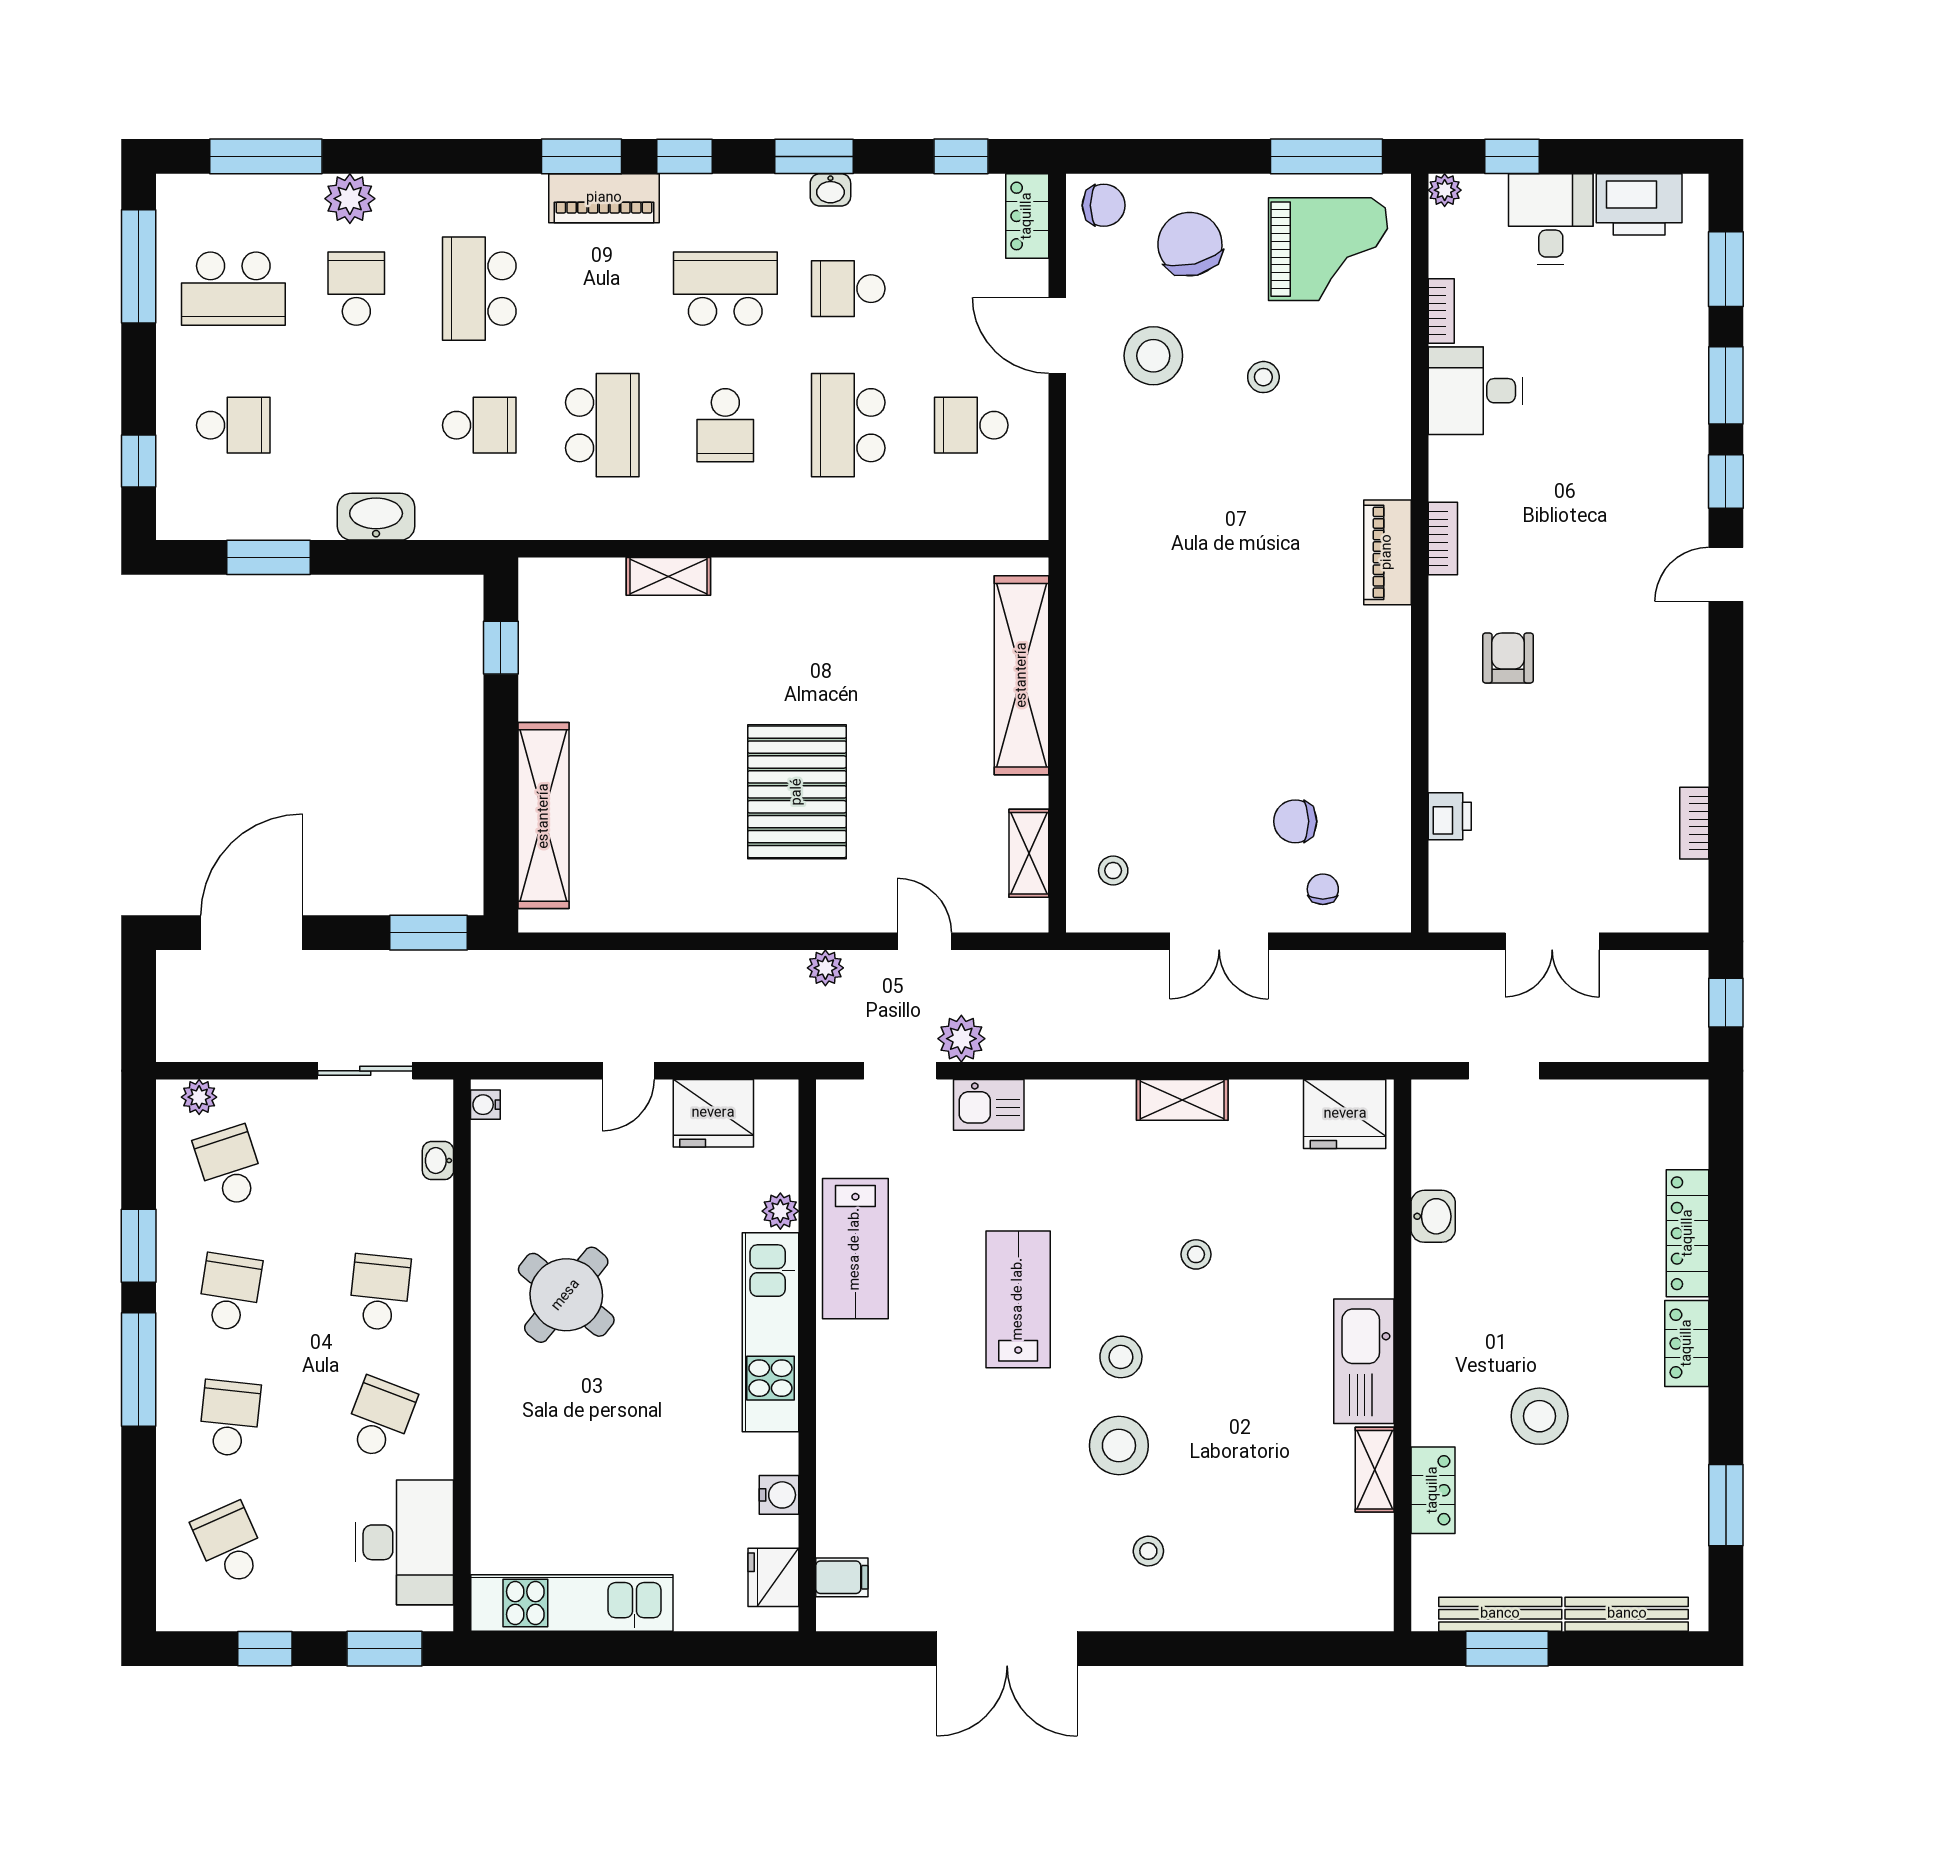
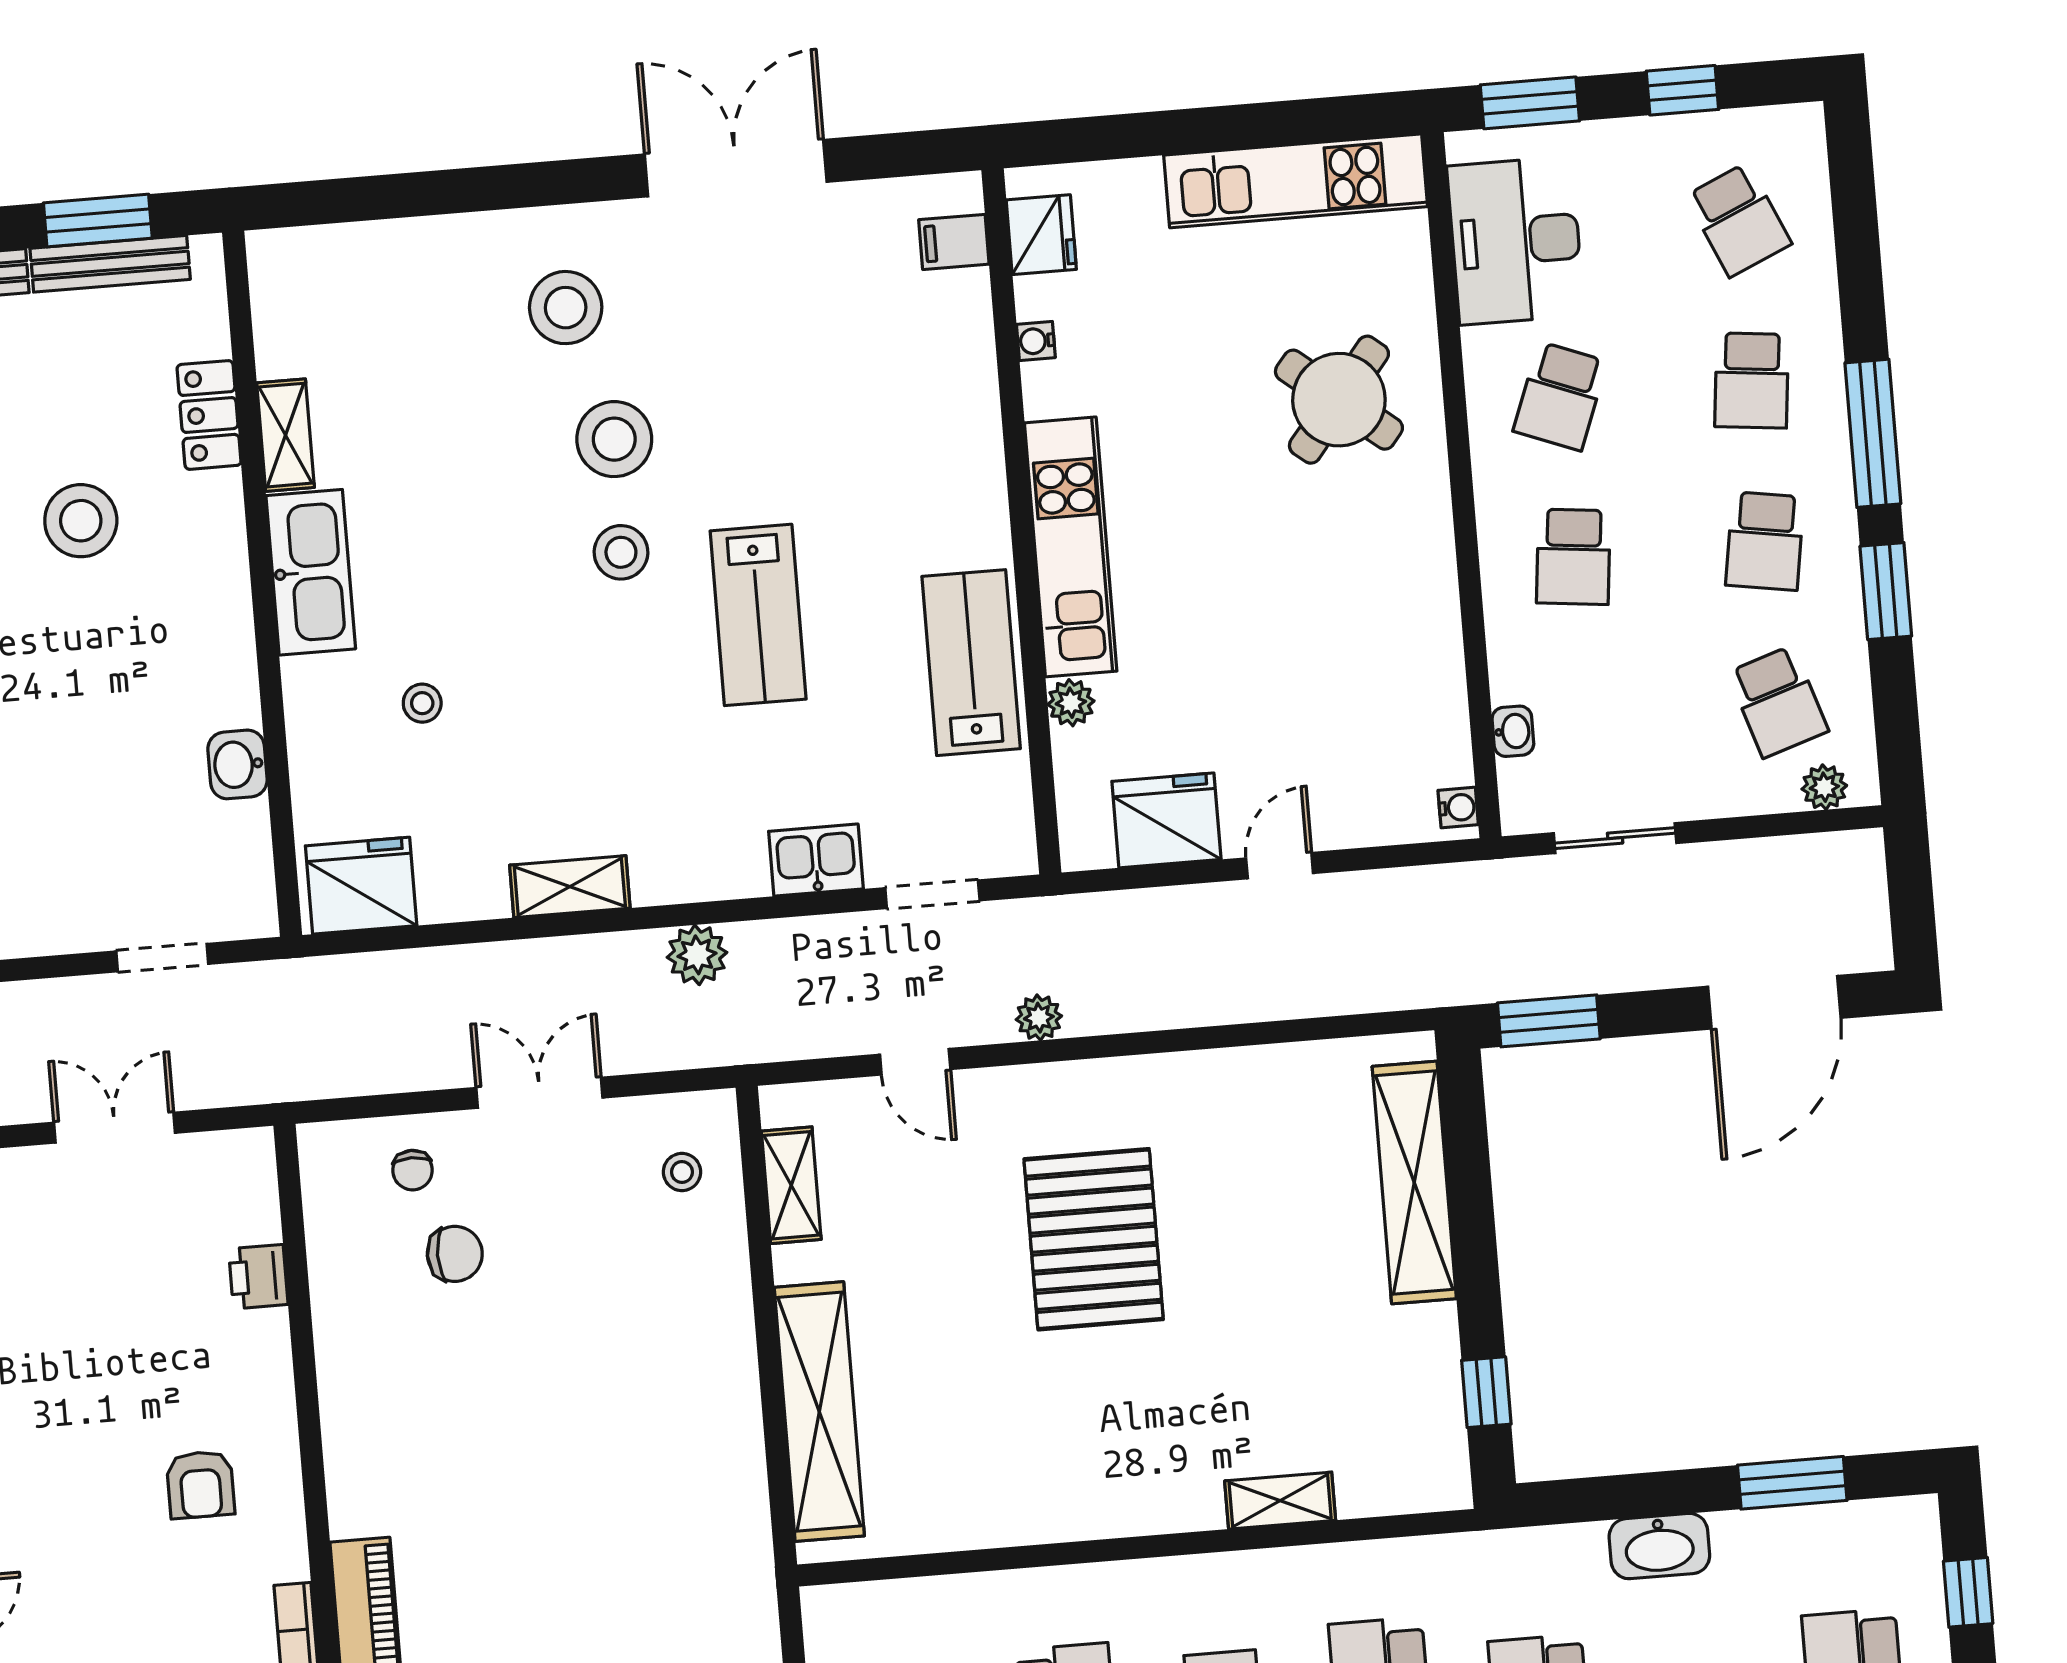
plant: (961, 1039) -> (697, 955), moved
stool: (1196, 1254) -> (422, 703), moved
round table: (566, 1295) -> (1339, 400), moved
water cooler: (779, 1495) -> (1036, 341), width x0.72, depth x0.72
stool: (1148, 1551) -> (566, 308), width x1.89, depth x1.89

